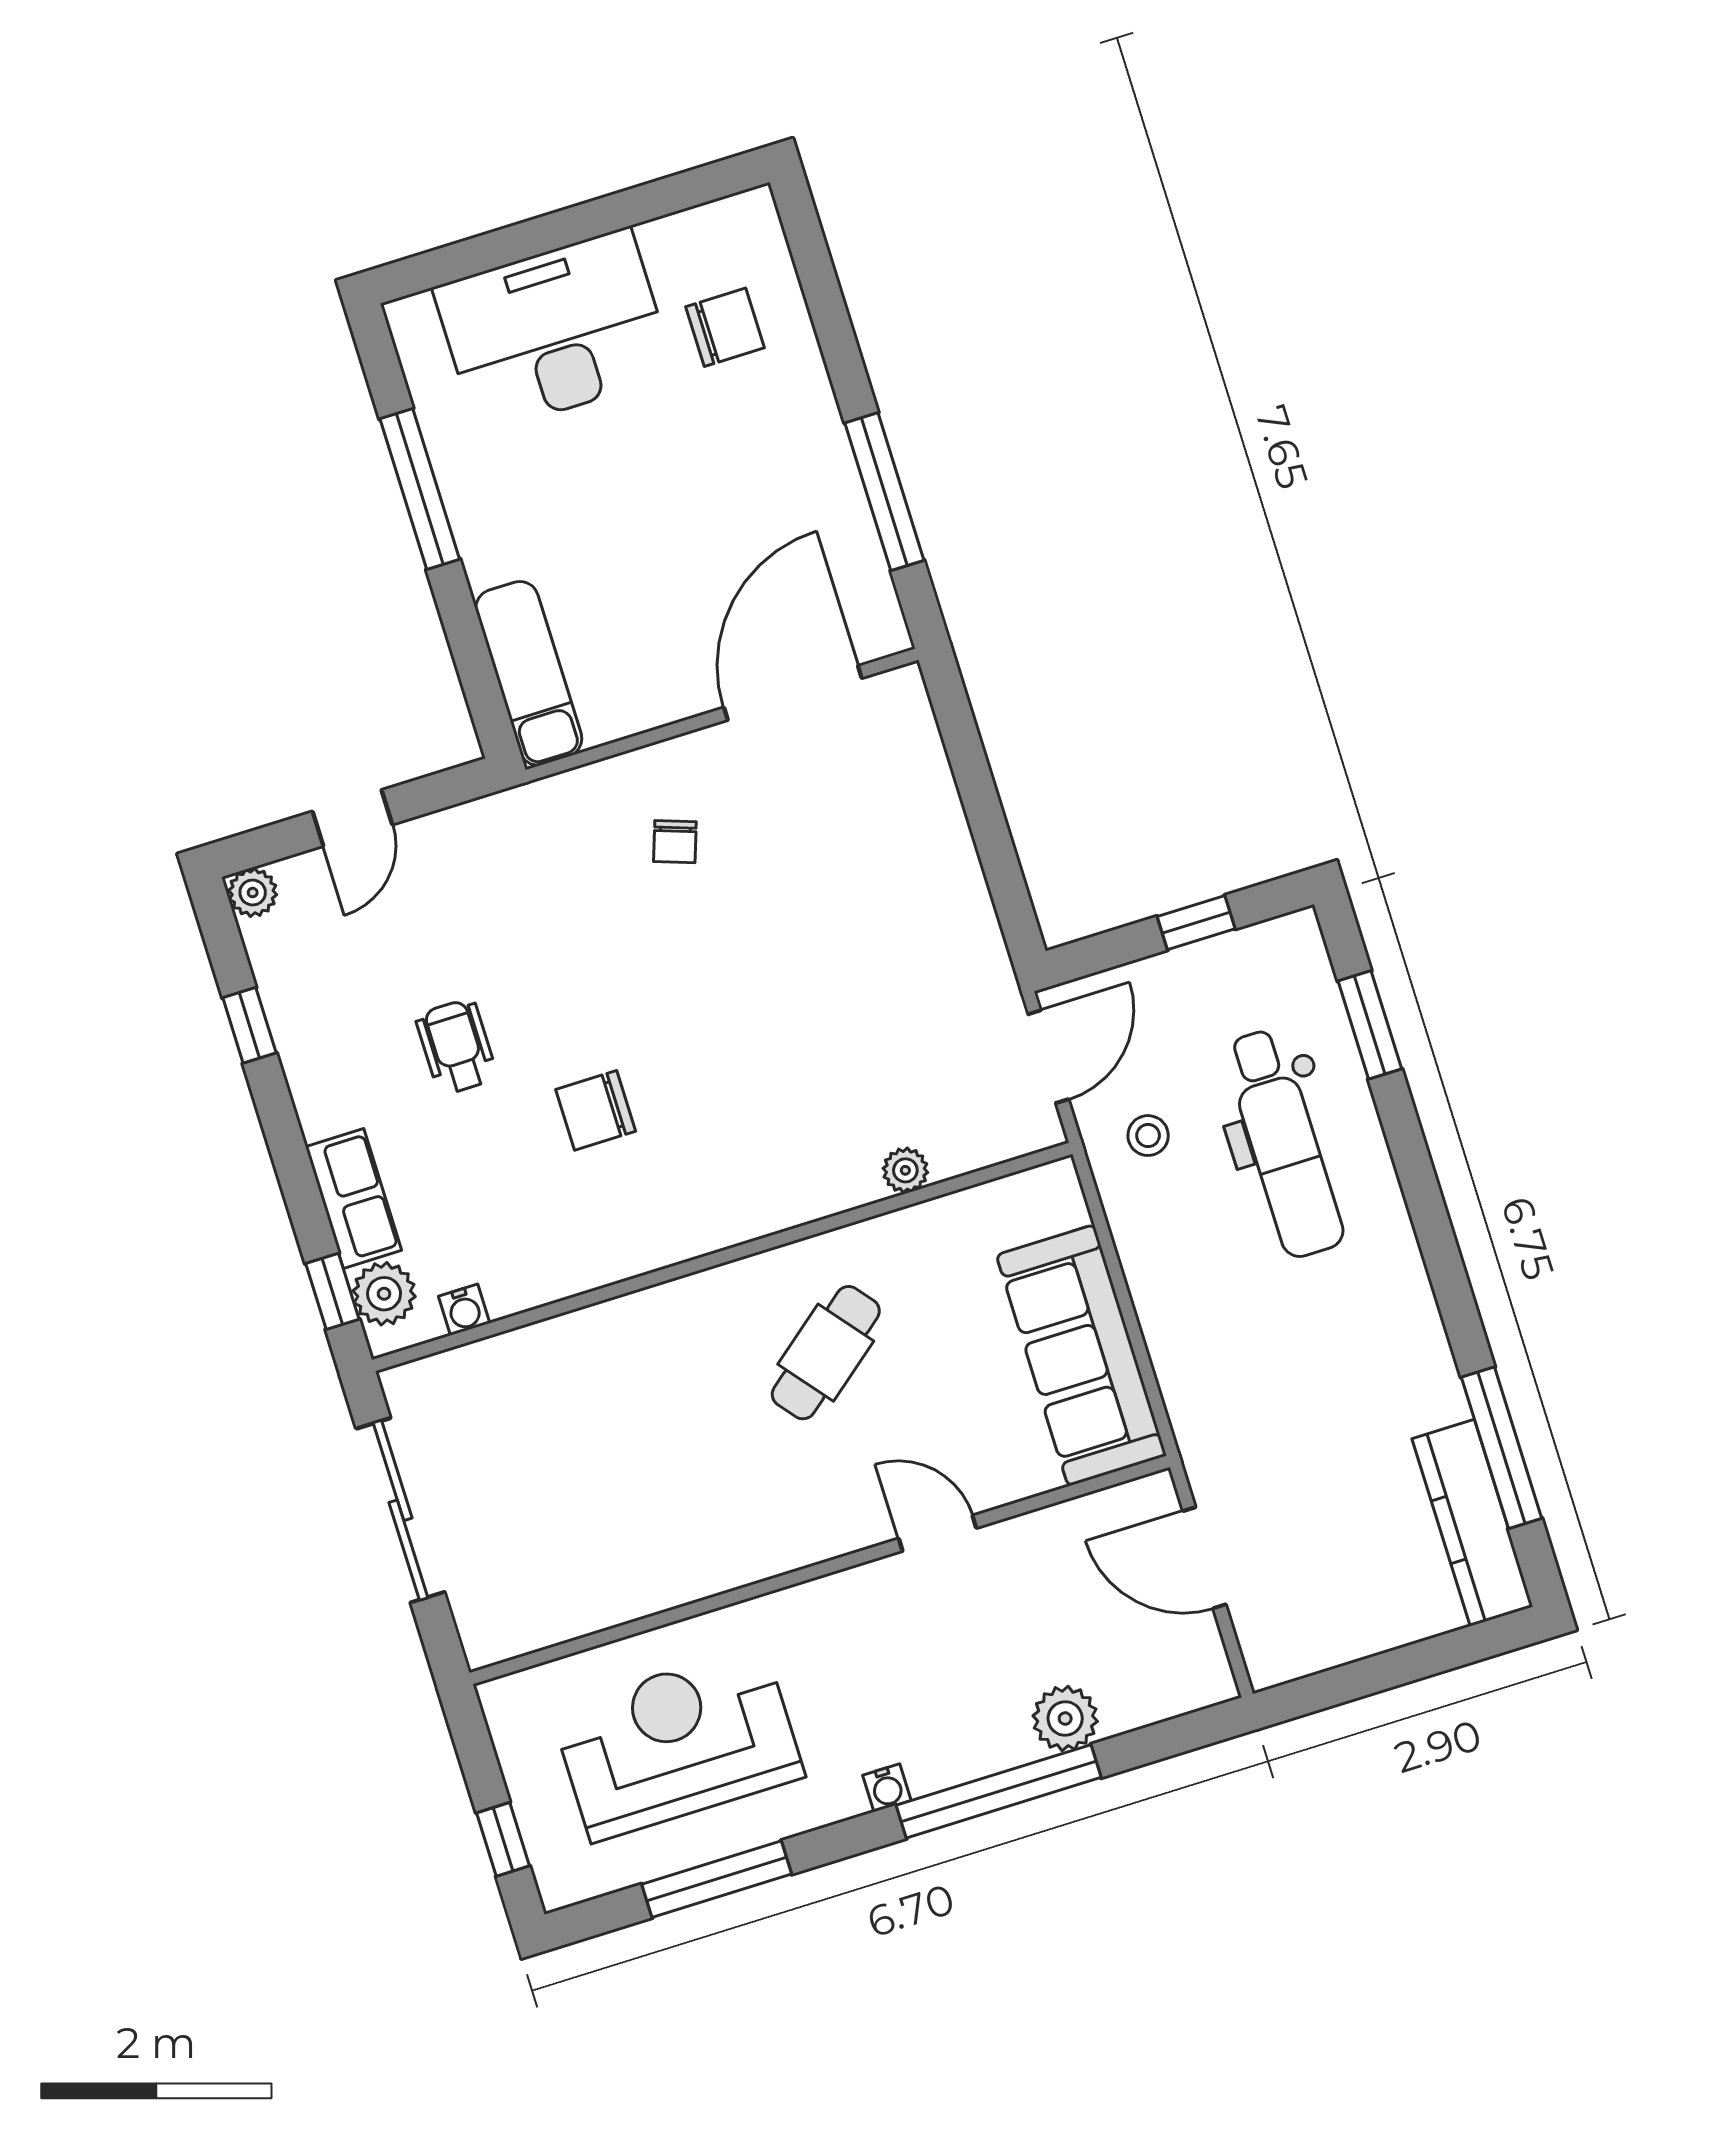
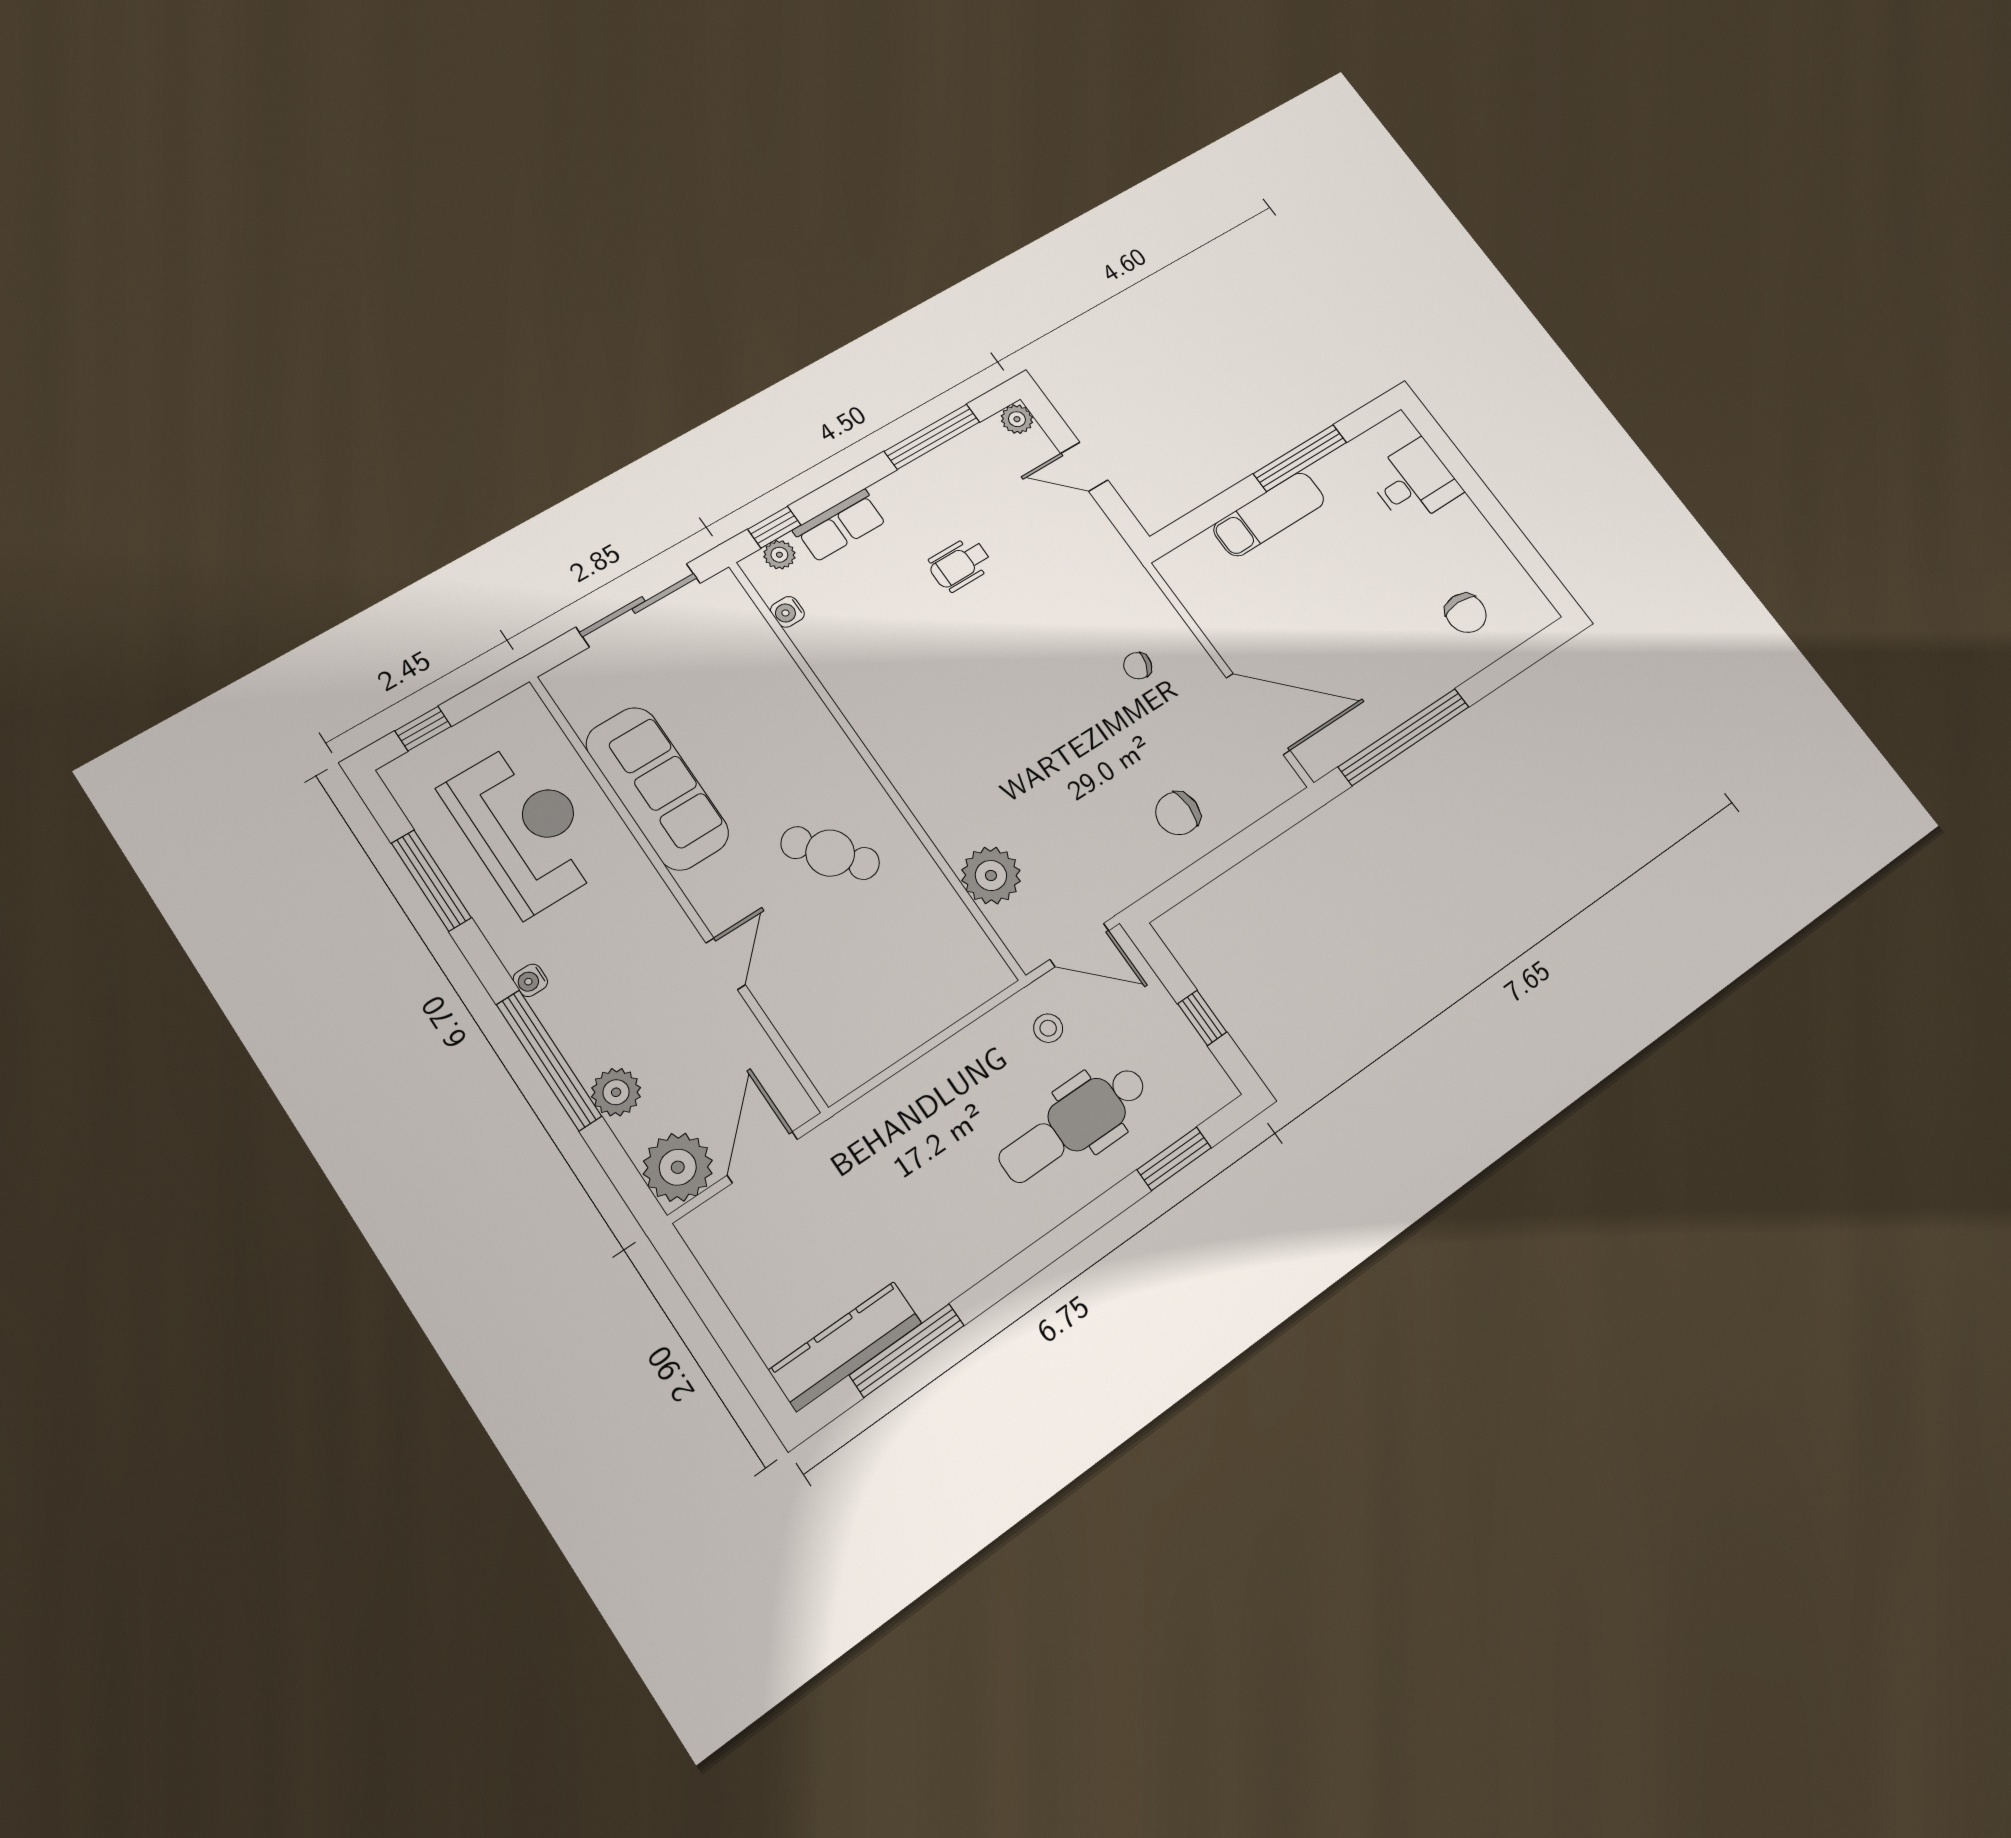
desk: (554, 331) -> (1414, 482), width x0.53, depth x0.77
window: (884, 492) -> (1404, 737), width x1.46
exam couch: (529, 673) -> (1269, 514), moved
window: (249, 1025) -> (932, 437), width x2.17
wheelchair: (456, 1047) -> (960, 564), turned 180
chair: (596, 1110) -> (1178, 813), moved, turned -90
plant: (905, 1170) -> (991, 875), width x1.87, depth x1.87
plant: (384, 1294) -> (779, 555), width x0.73, depth x0.73
sofa: (1081, 1355) -> (657, 788), moved, turned 90
plant: (1185, 1667) -> (678, 1167), added

